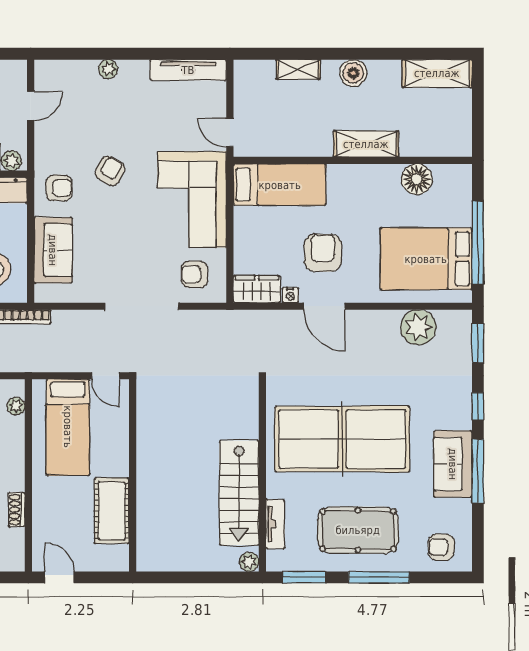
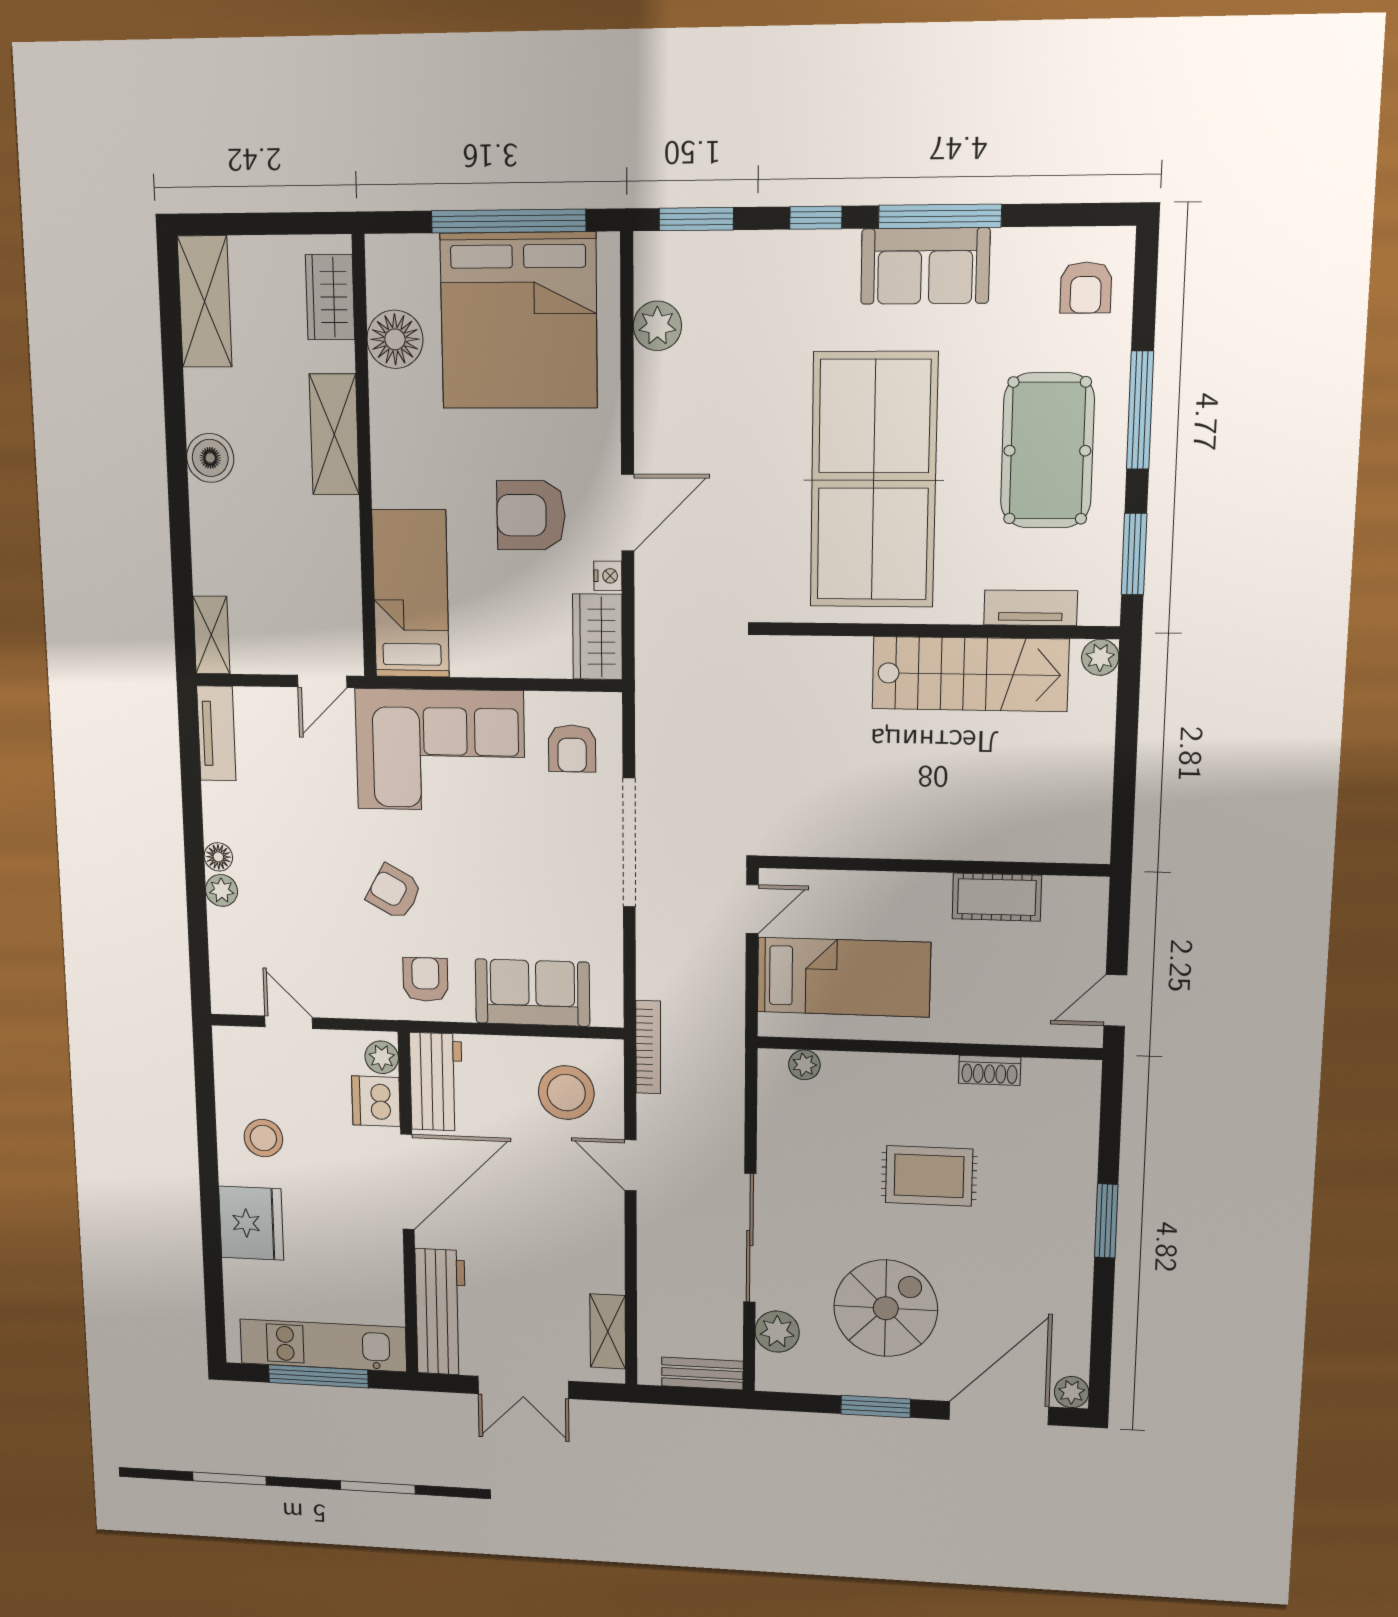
floor lamp: (128, 68) -> (218, 857), added
shelving: (298, 69) -> (211, 635), moved
tv unit: (188, 70) -> (216, 733), width x0.71
wardrobe: (439, 144) -> (330, 297), added
bed: (426, 259) -> (519, 321), width x1.36
plant: (418, 327) -> (657, 326), width x0.73, depth x0.73
cot: (112, 511) -> (997, 897), width x0.73, depth x0.75

